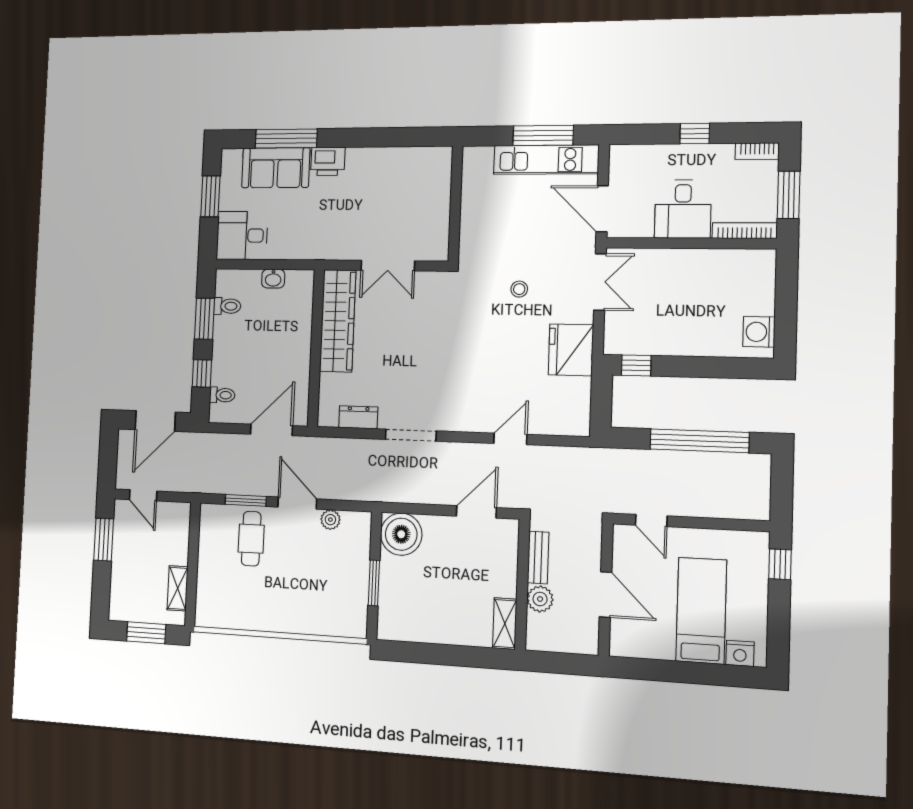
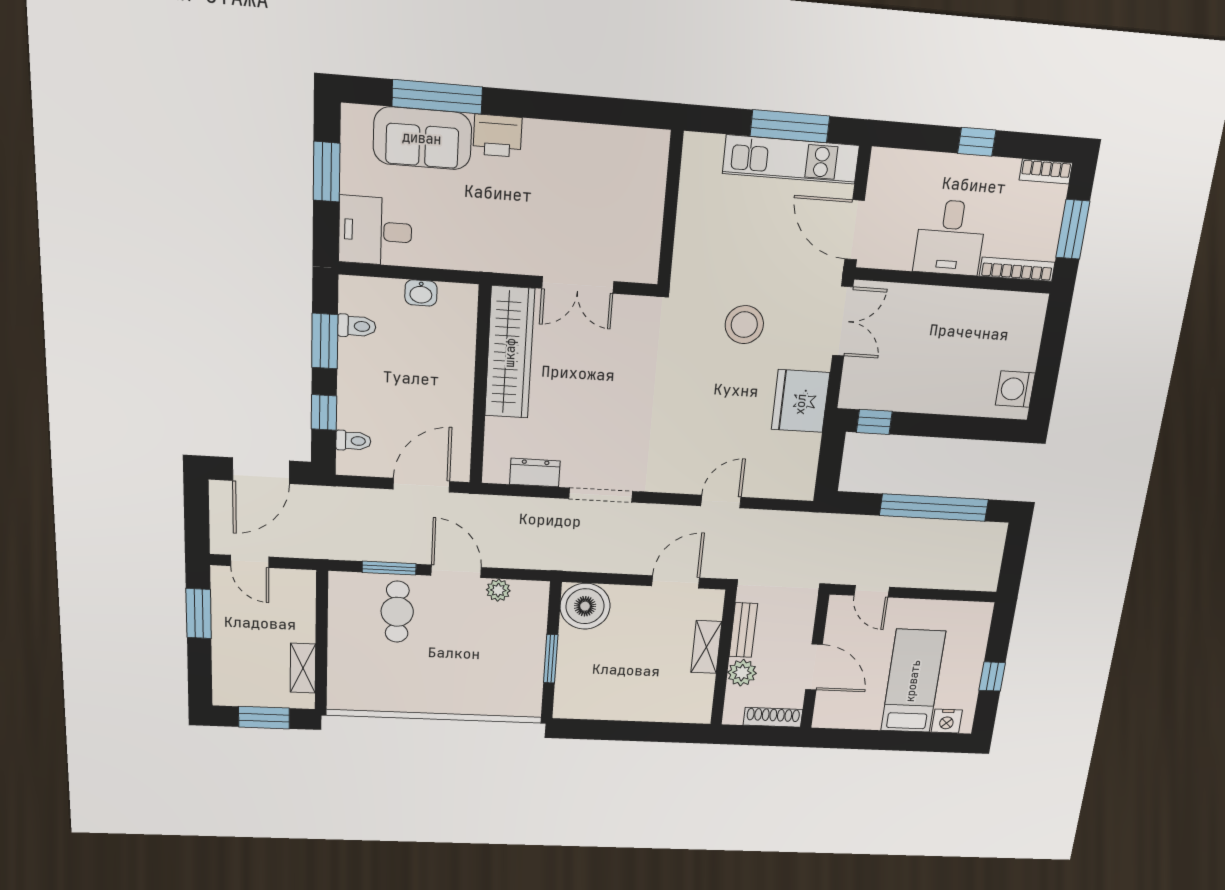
stool: (519, 289) -> (744, 325), width x1.89, depth x1.89
window: (780, 564) -> (992, 676), moved
shelving: (505, 624) -> (706, 647), moved
shoe rack: (572, 645) -> (773, 717), added

